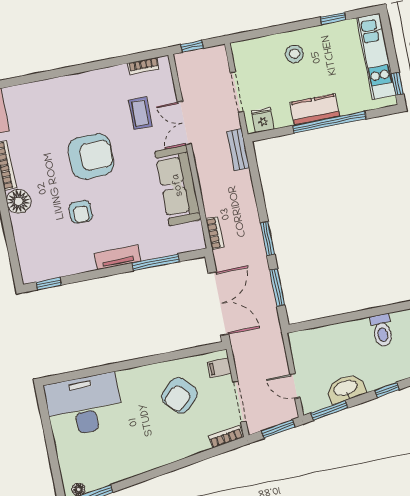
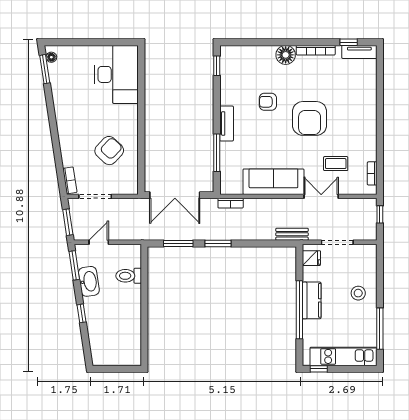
window: (333, 18) -> (380, 329), width x2.17
toilet: (382, 330) -> (129, 276), moved
filing cabinet: (219, 368) -> (125, 186), removed
armchair: (180, 395) -> (109, 151), turned 86

